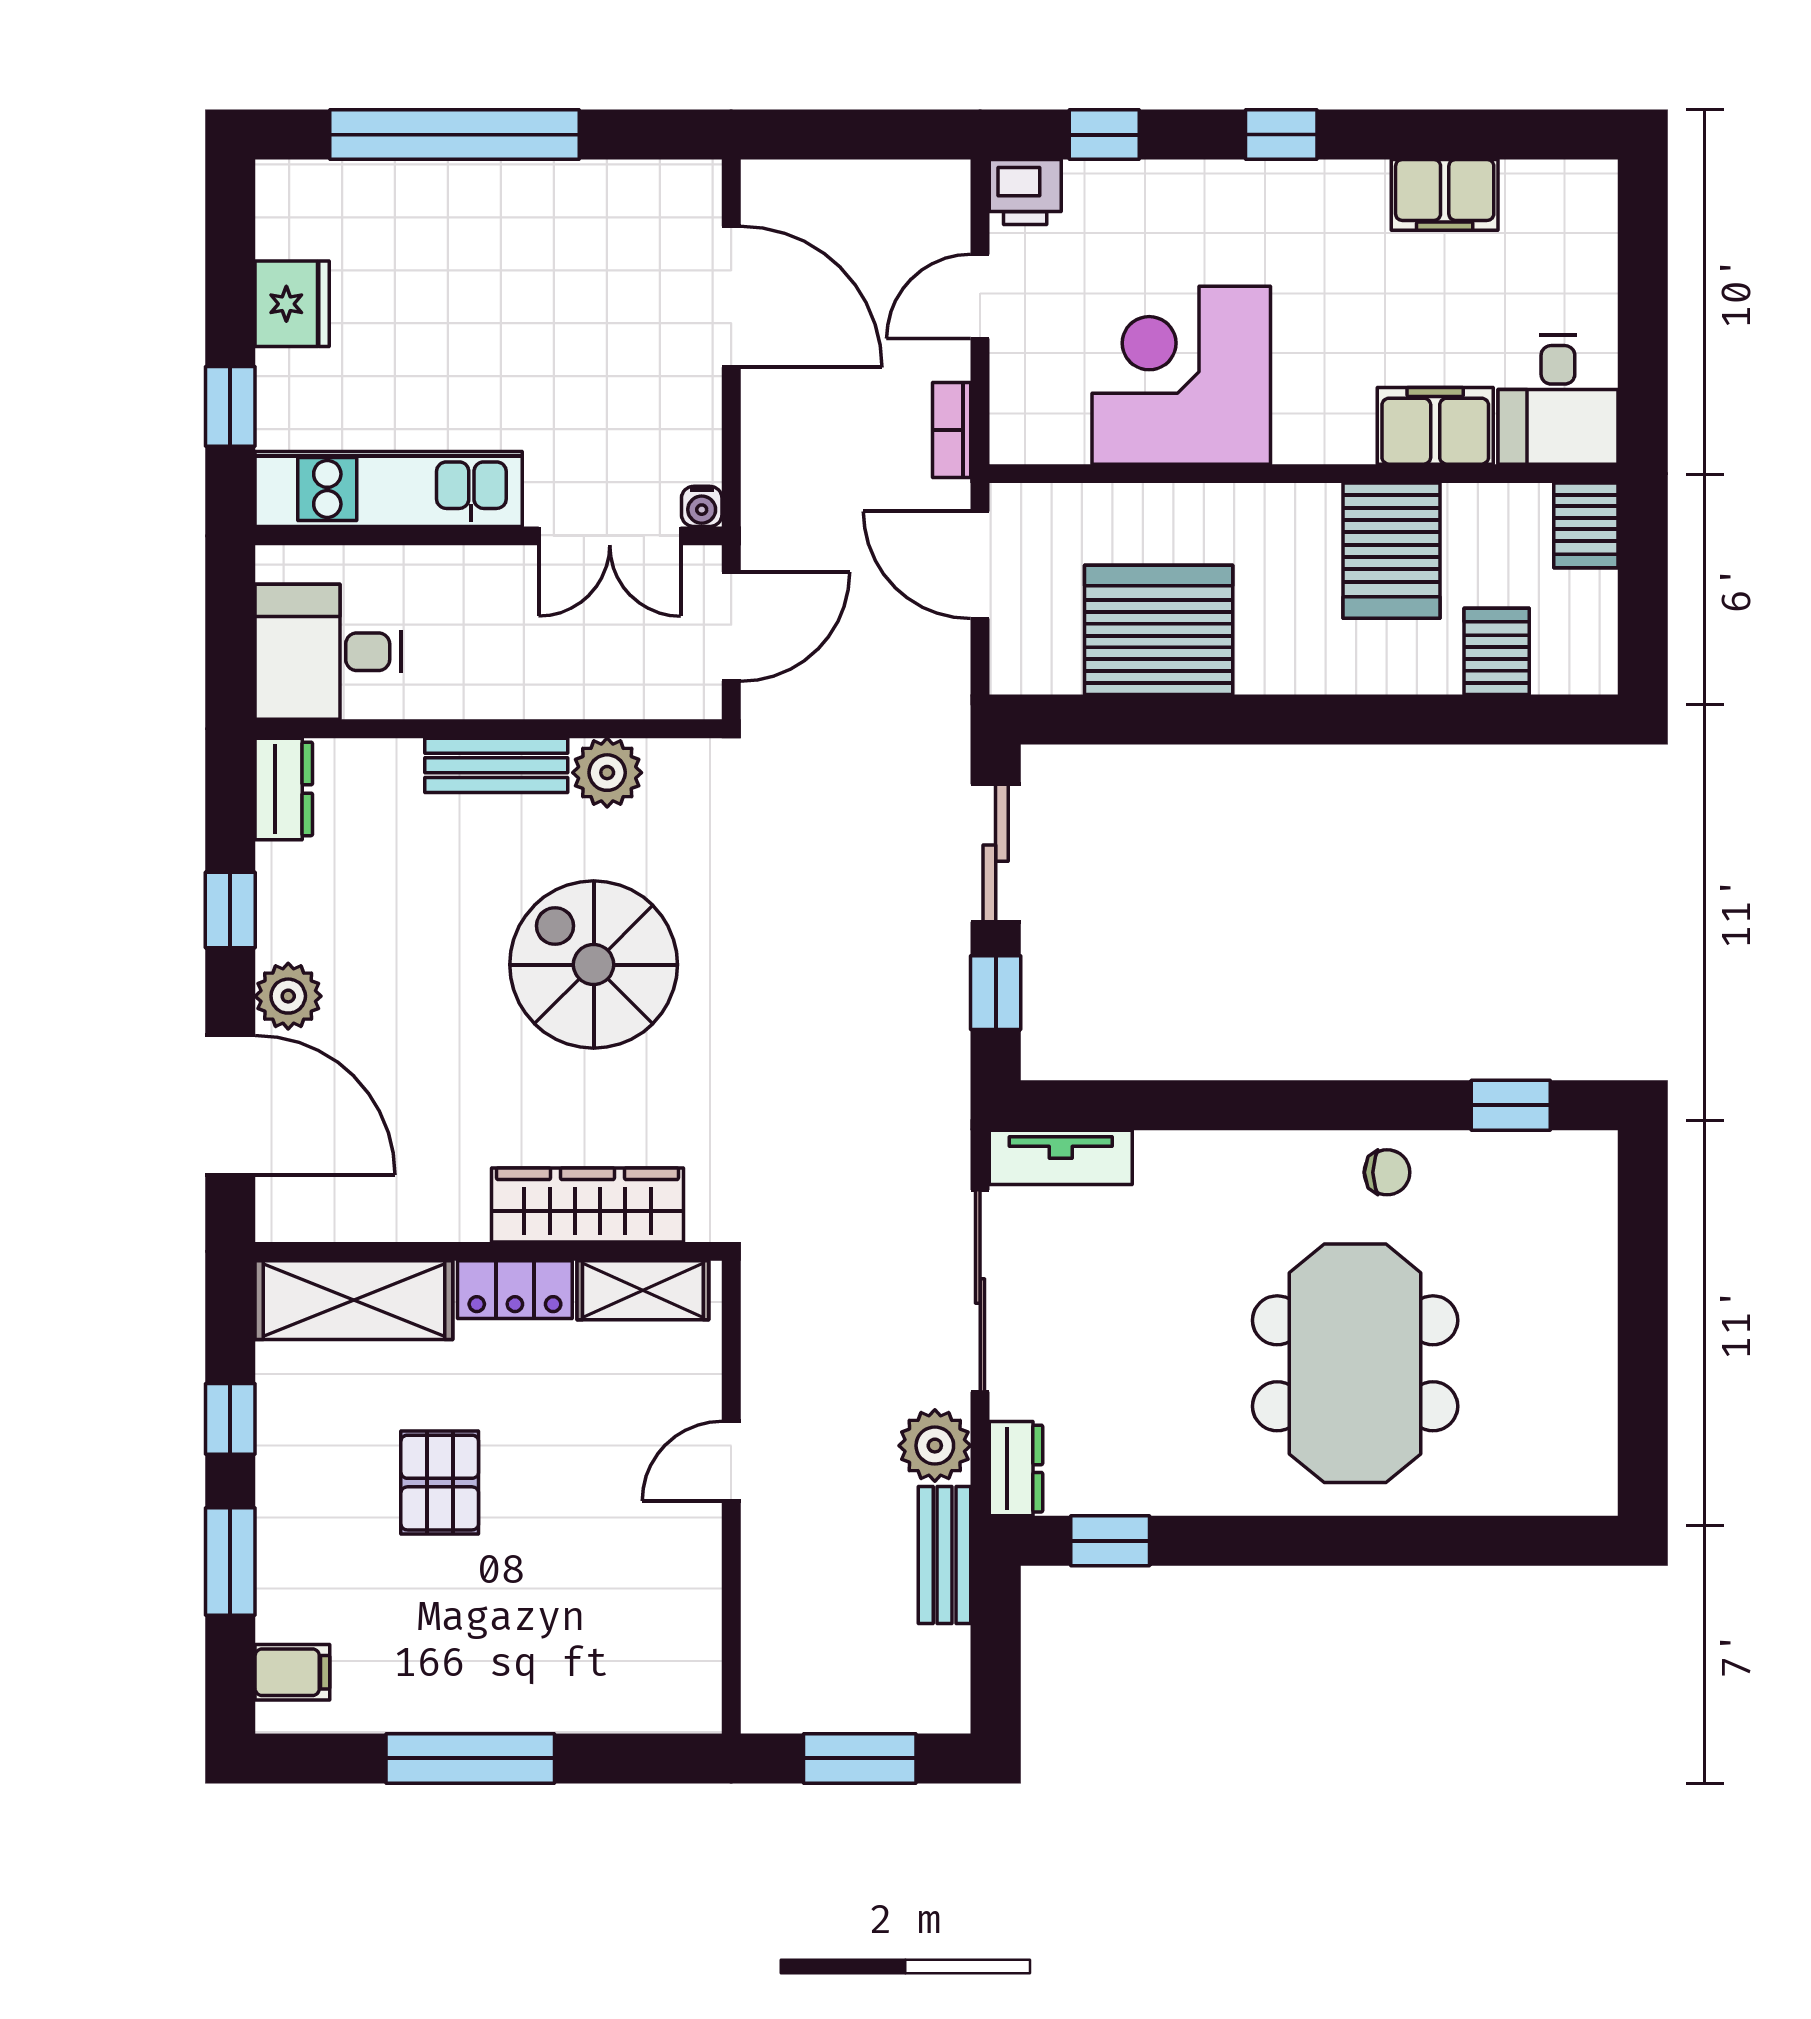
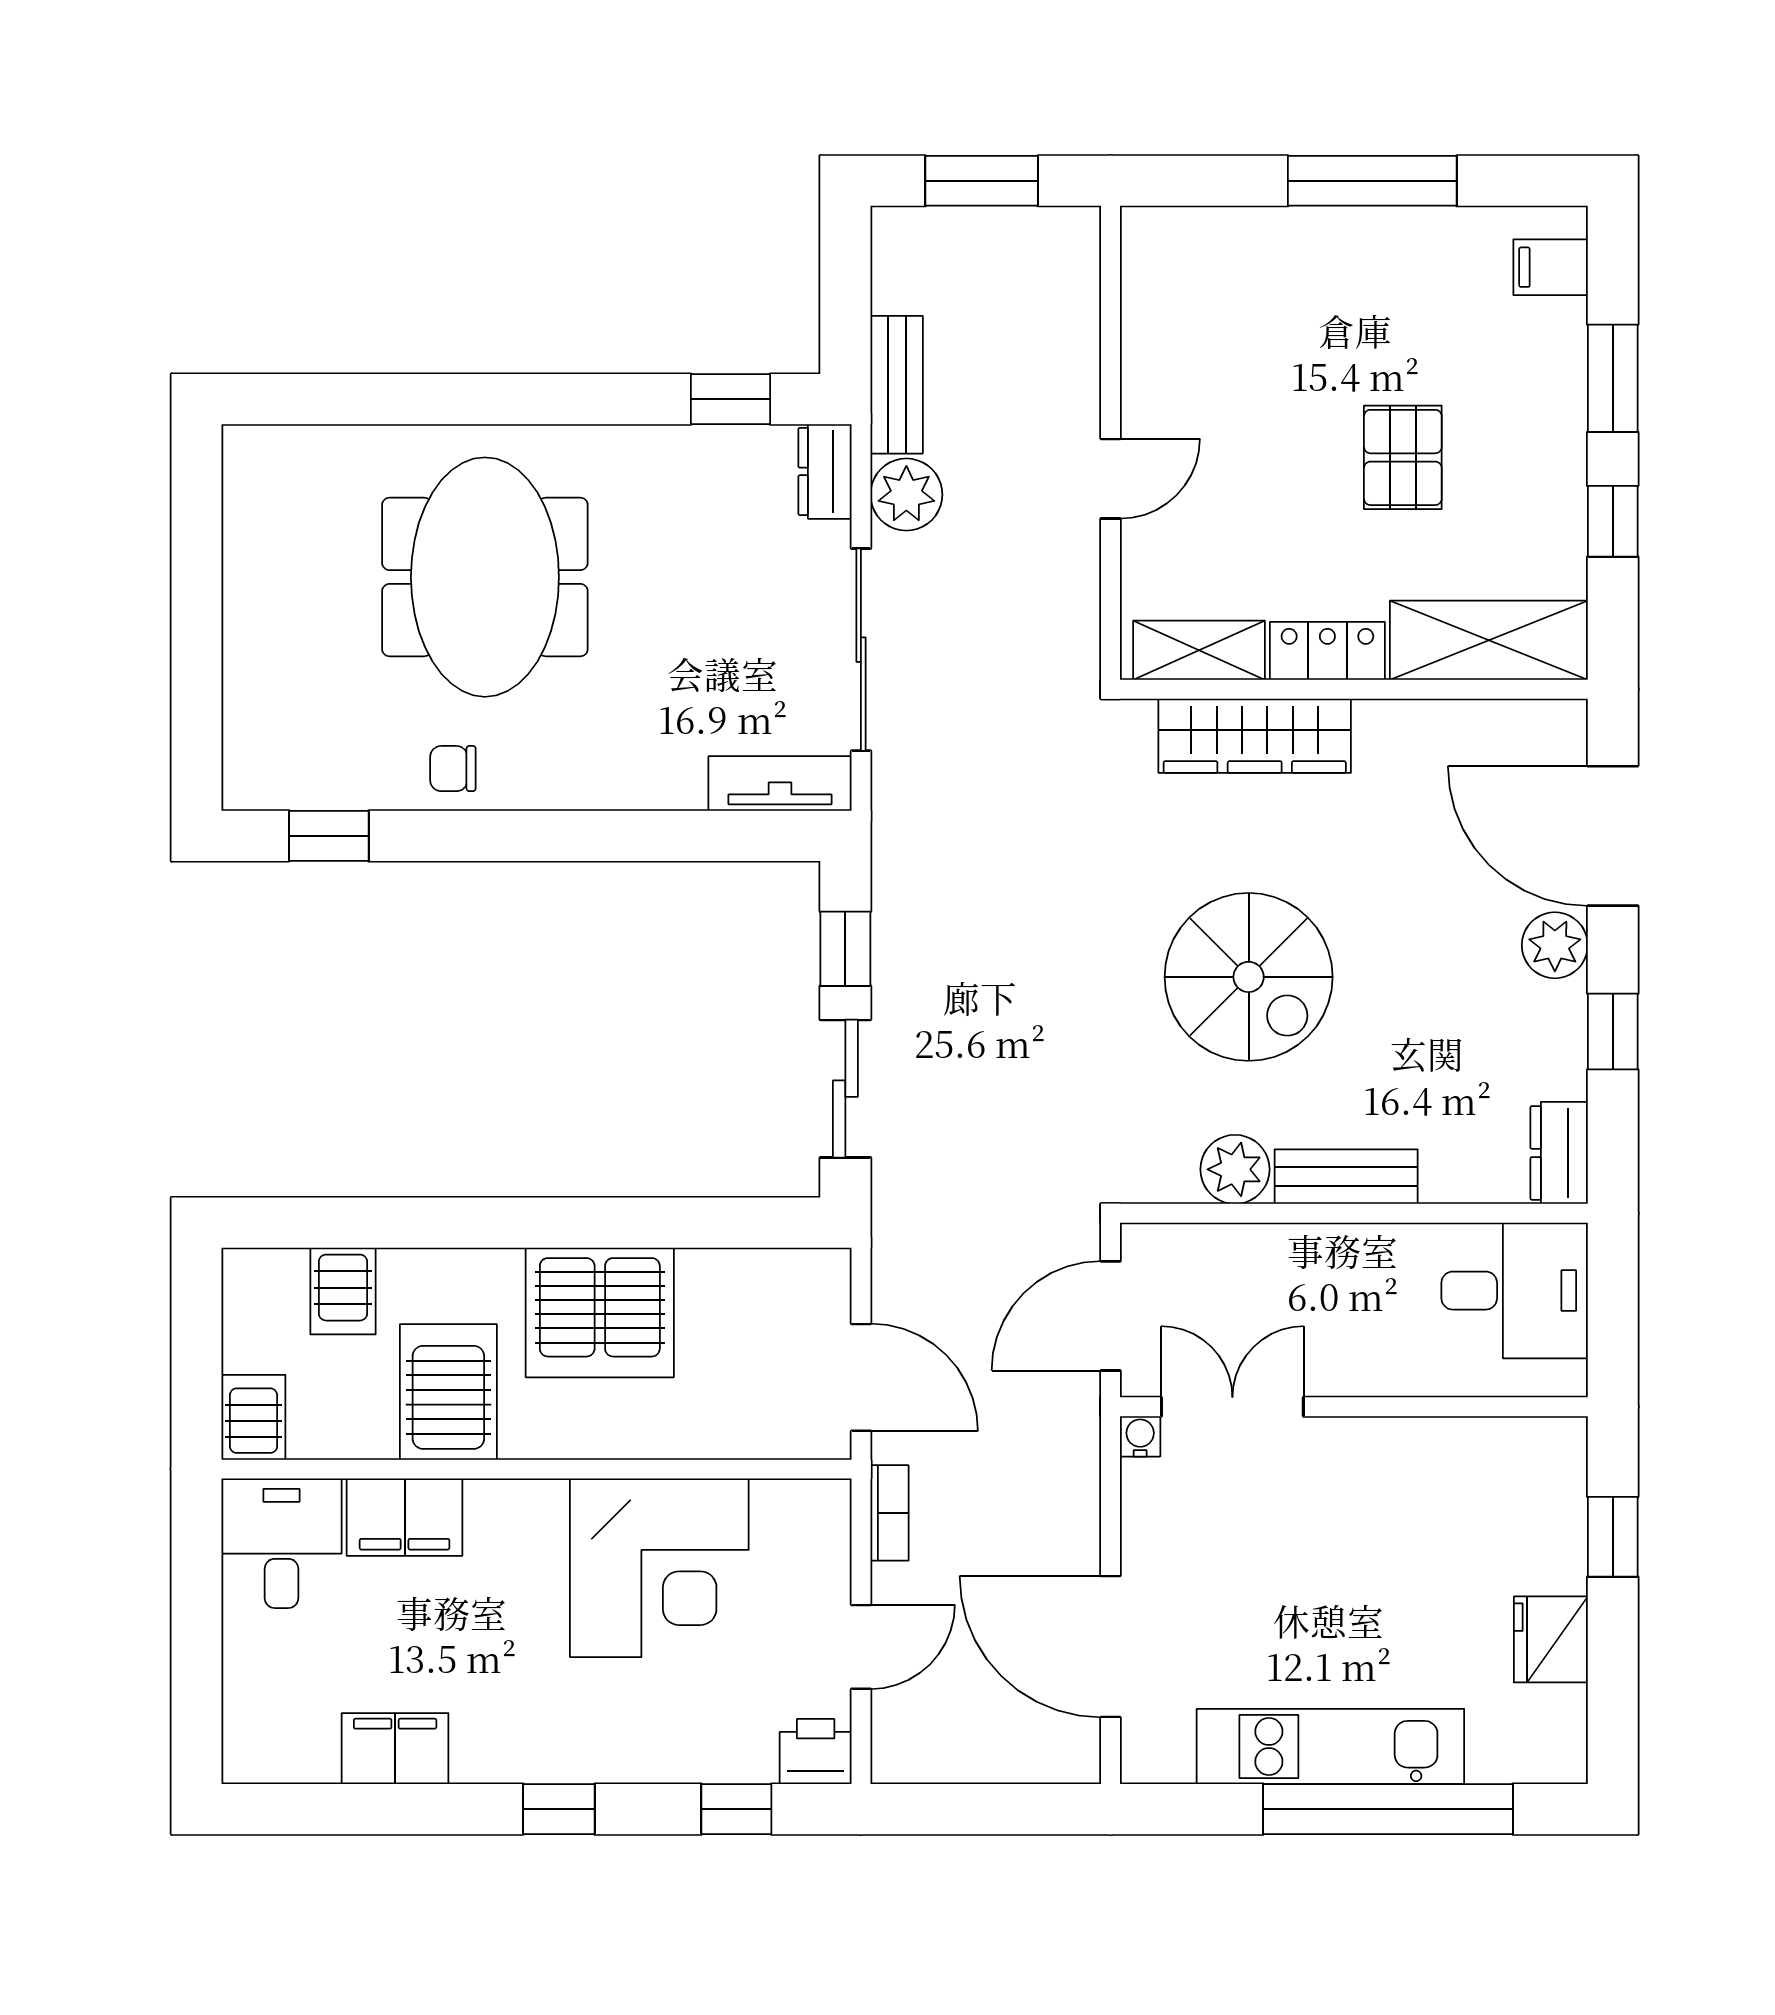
kitchen unit: (389, 489) -> (1330, 1747), moved, turned 180
server rack: (1159, 630) -> (600, 1312), moved

